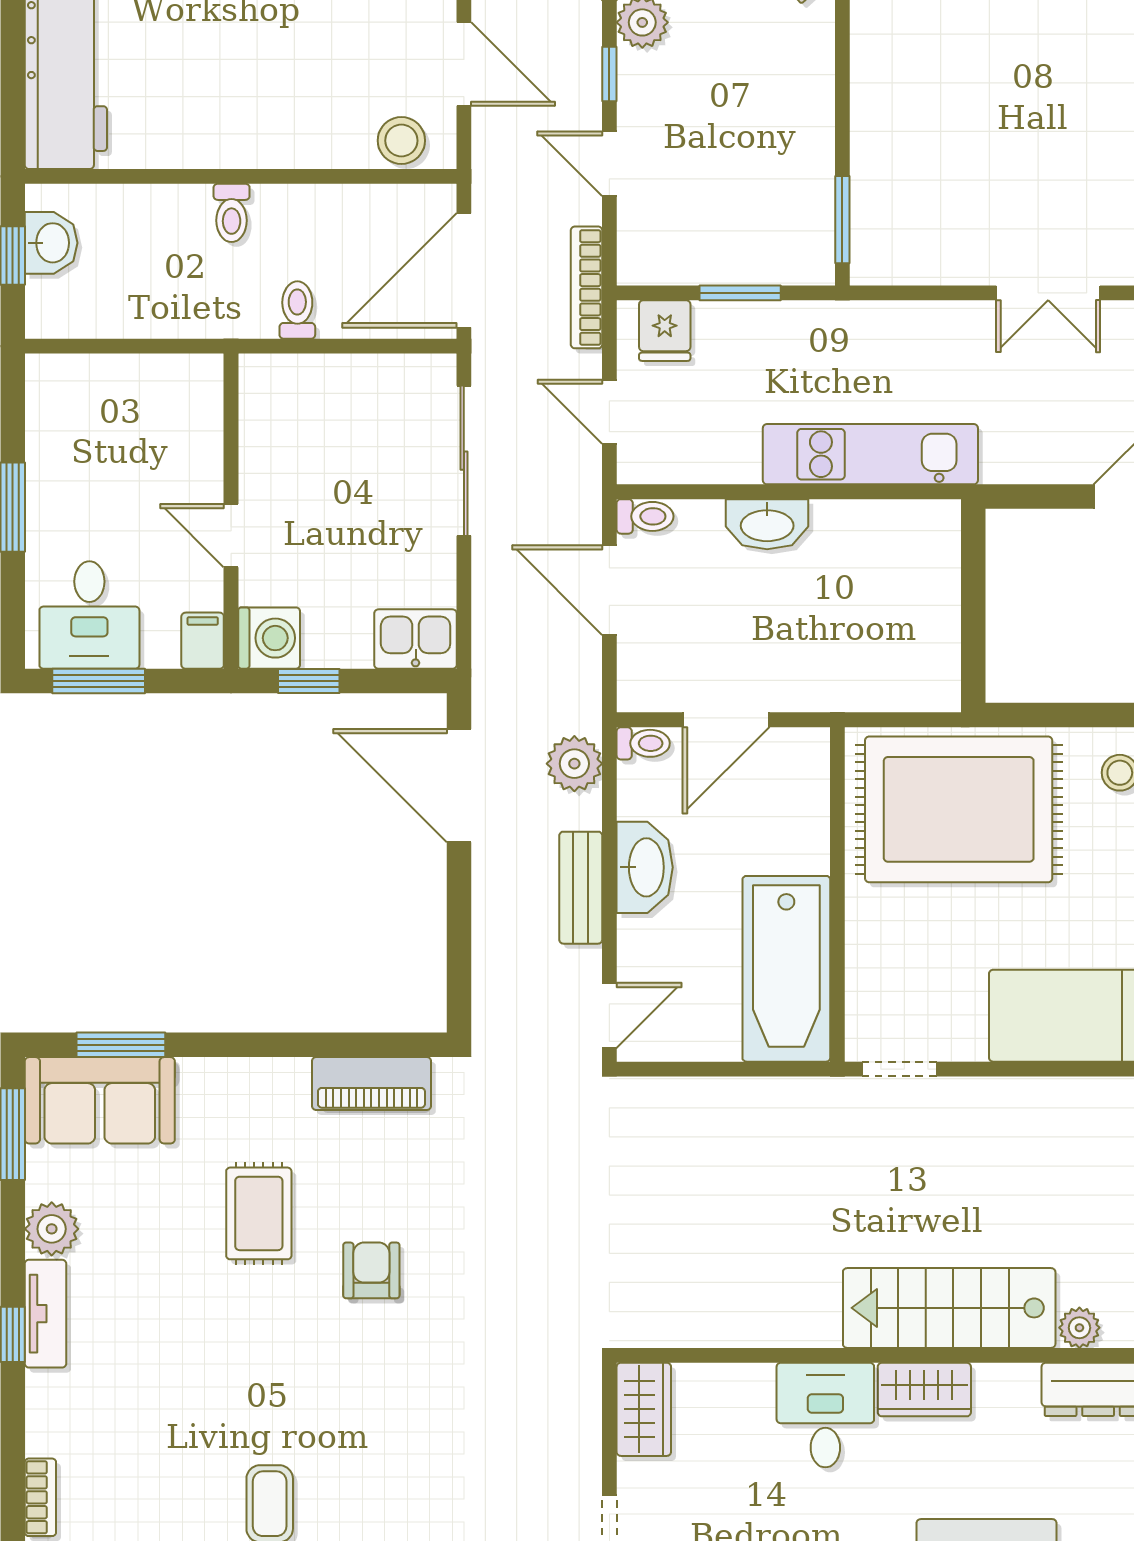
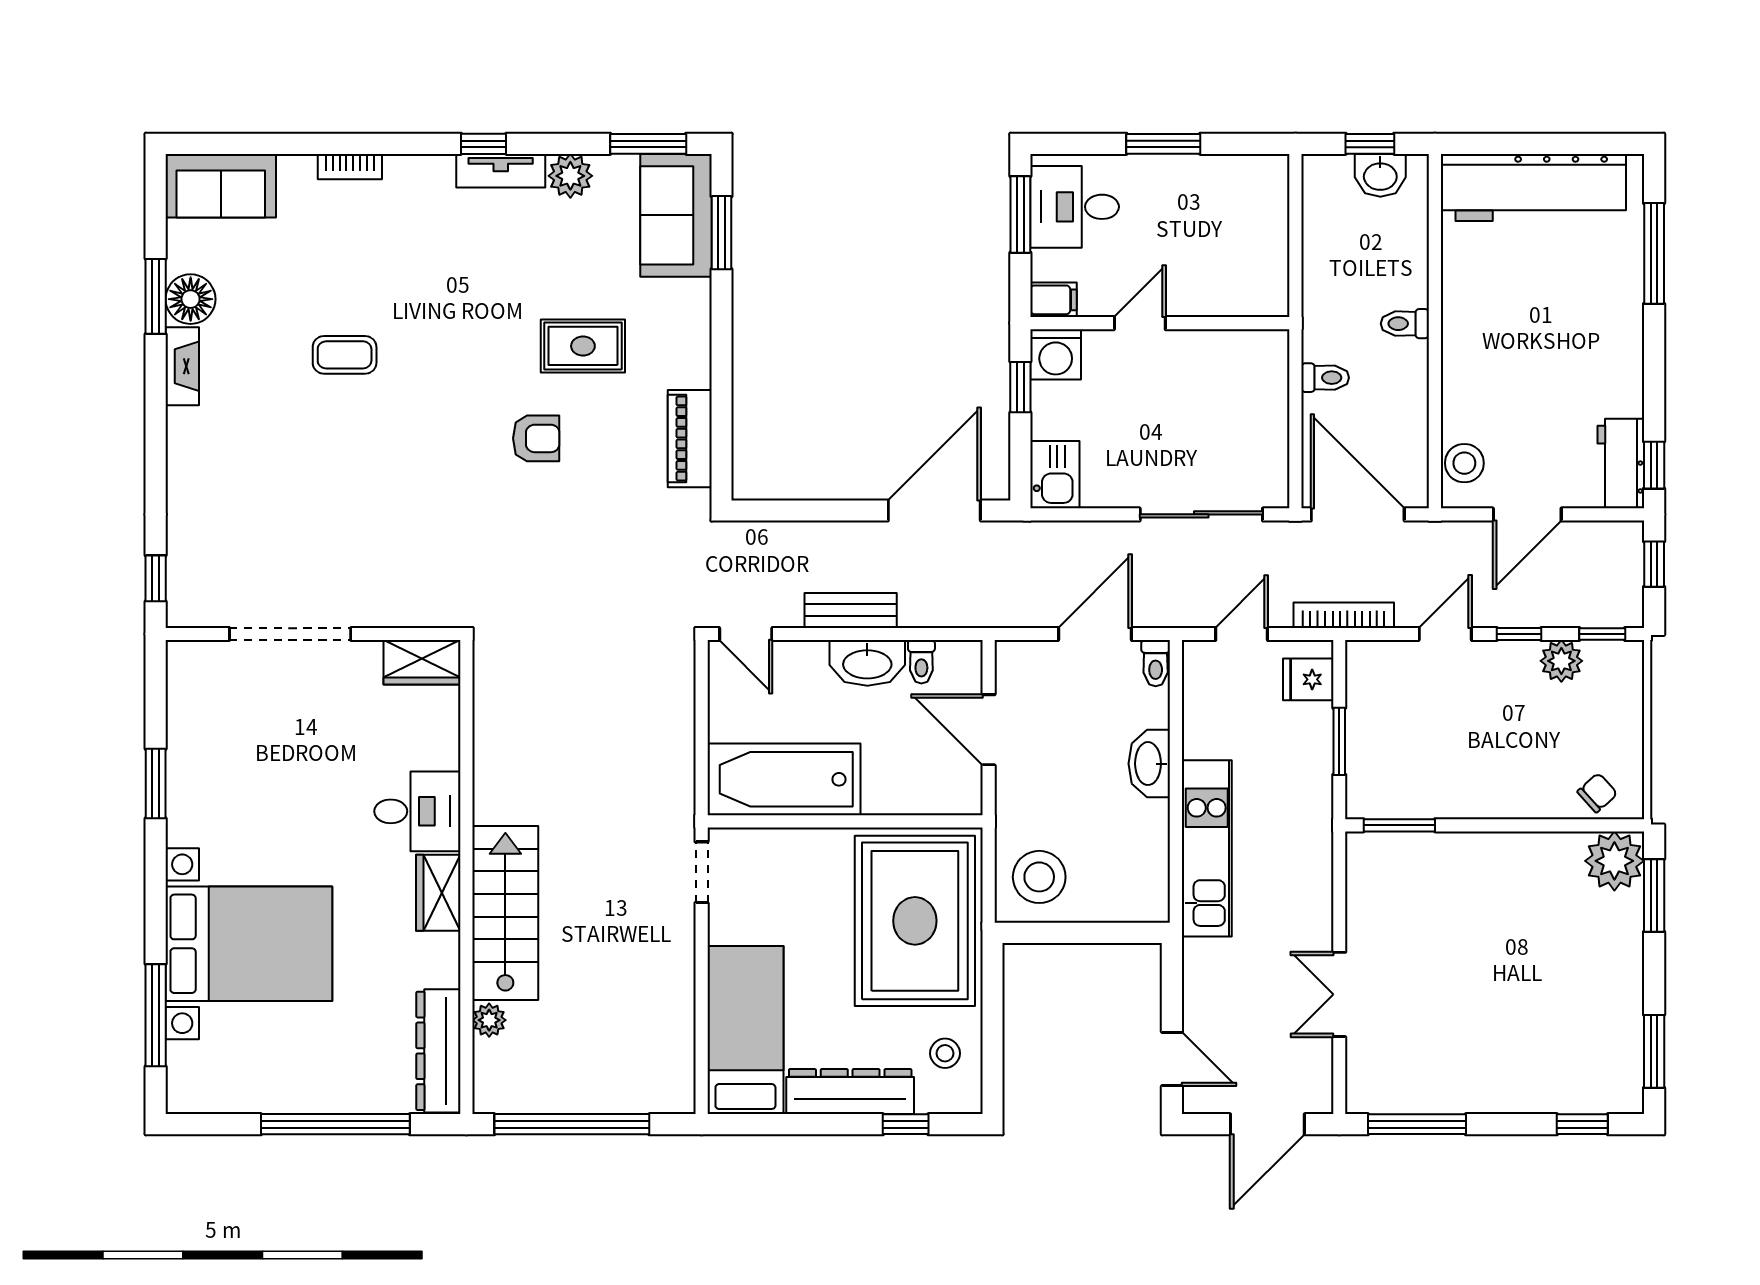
stool: (905, 658) -> (1039, 877), added
toilet: (643, 743) -> (921, 662), moved
plant: (574, 764) -> (952, 605), removed

